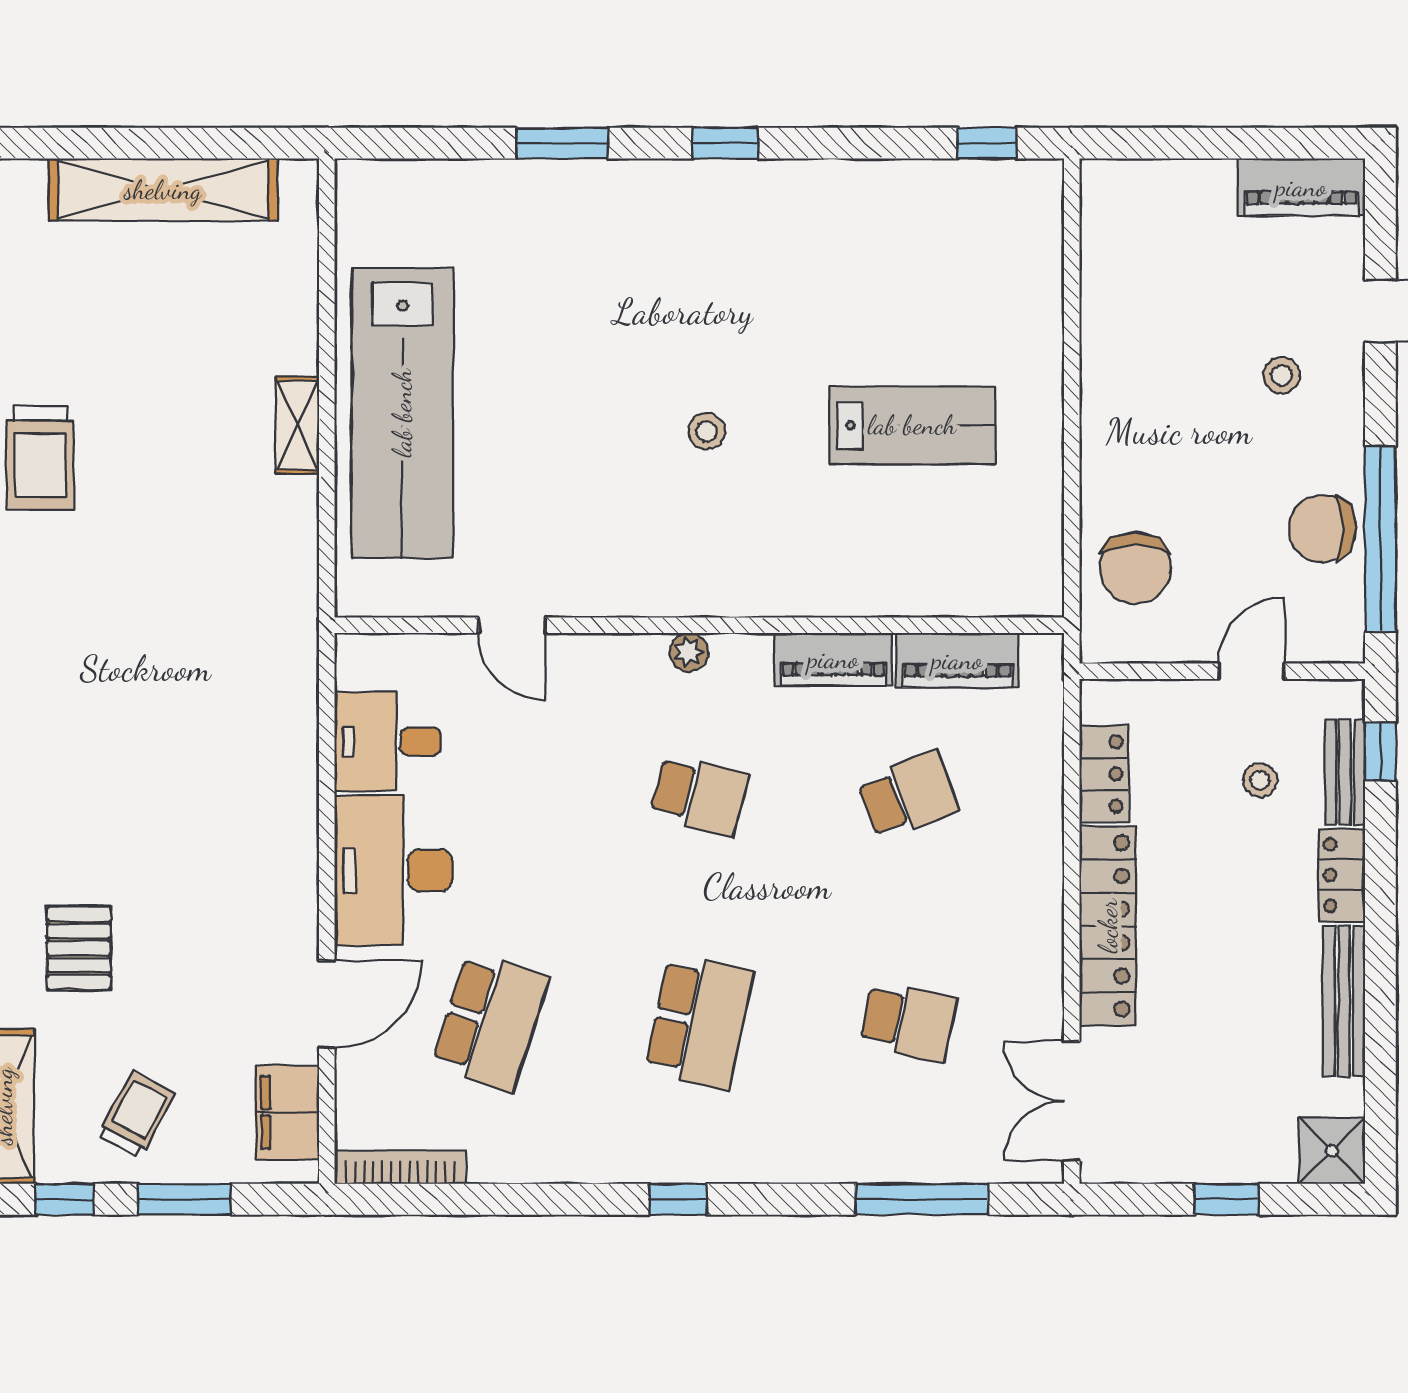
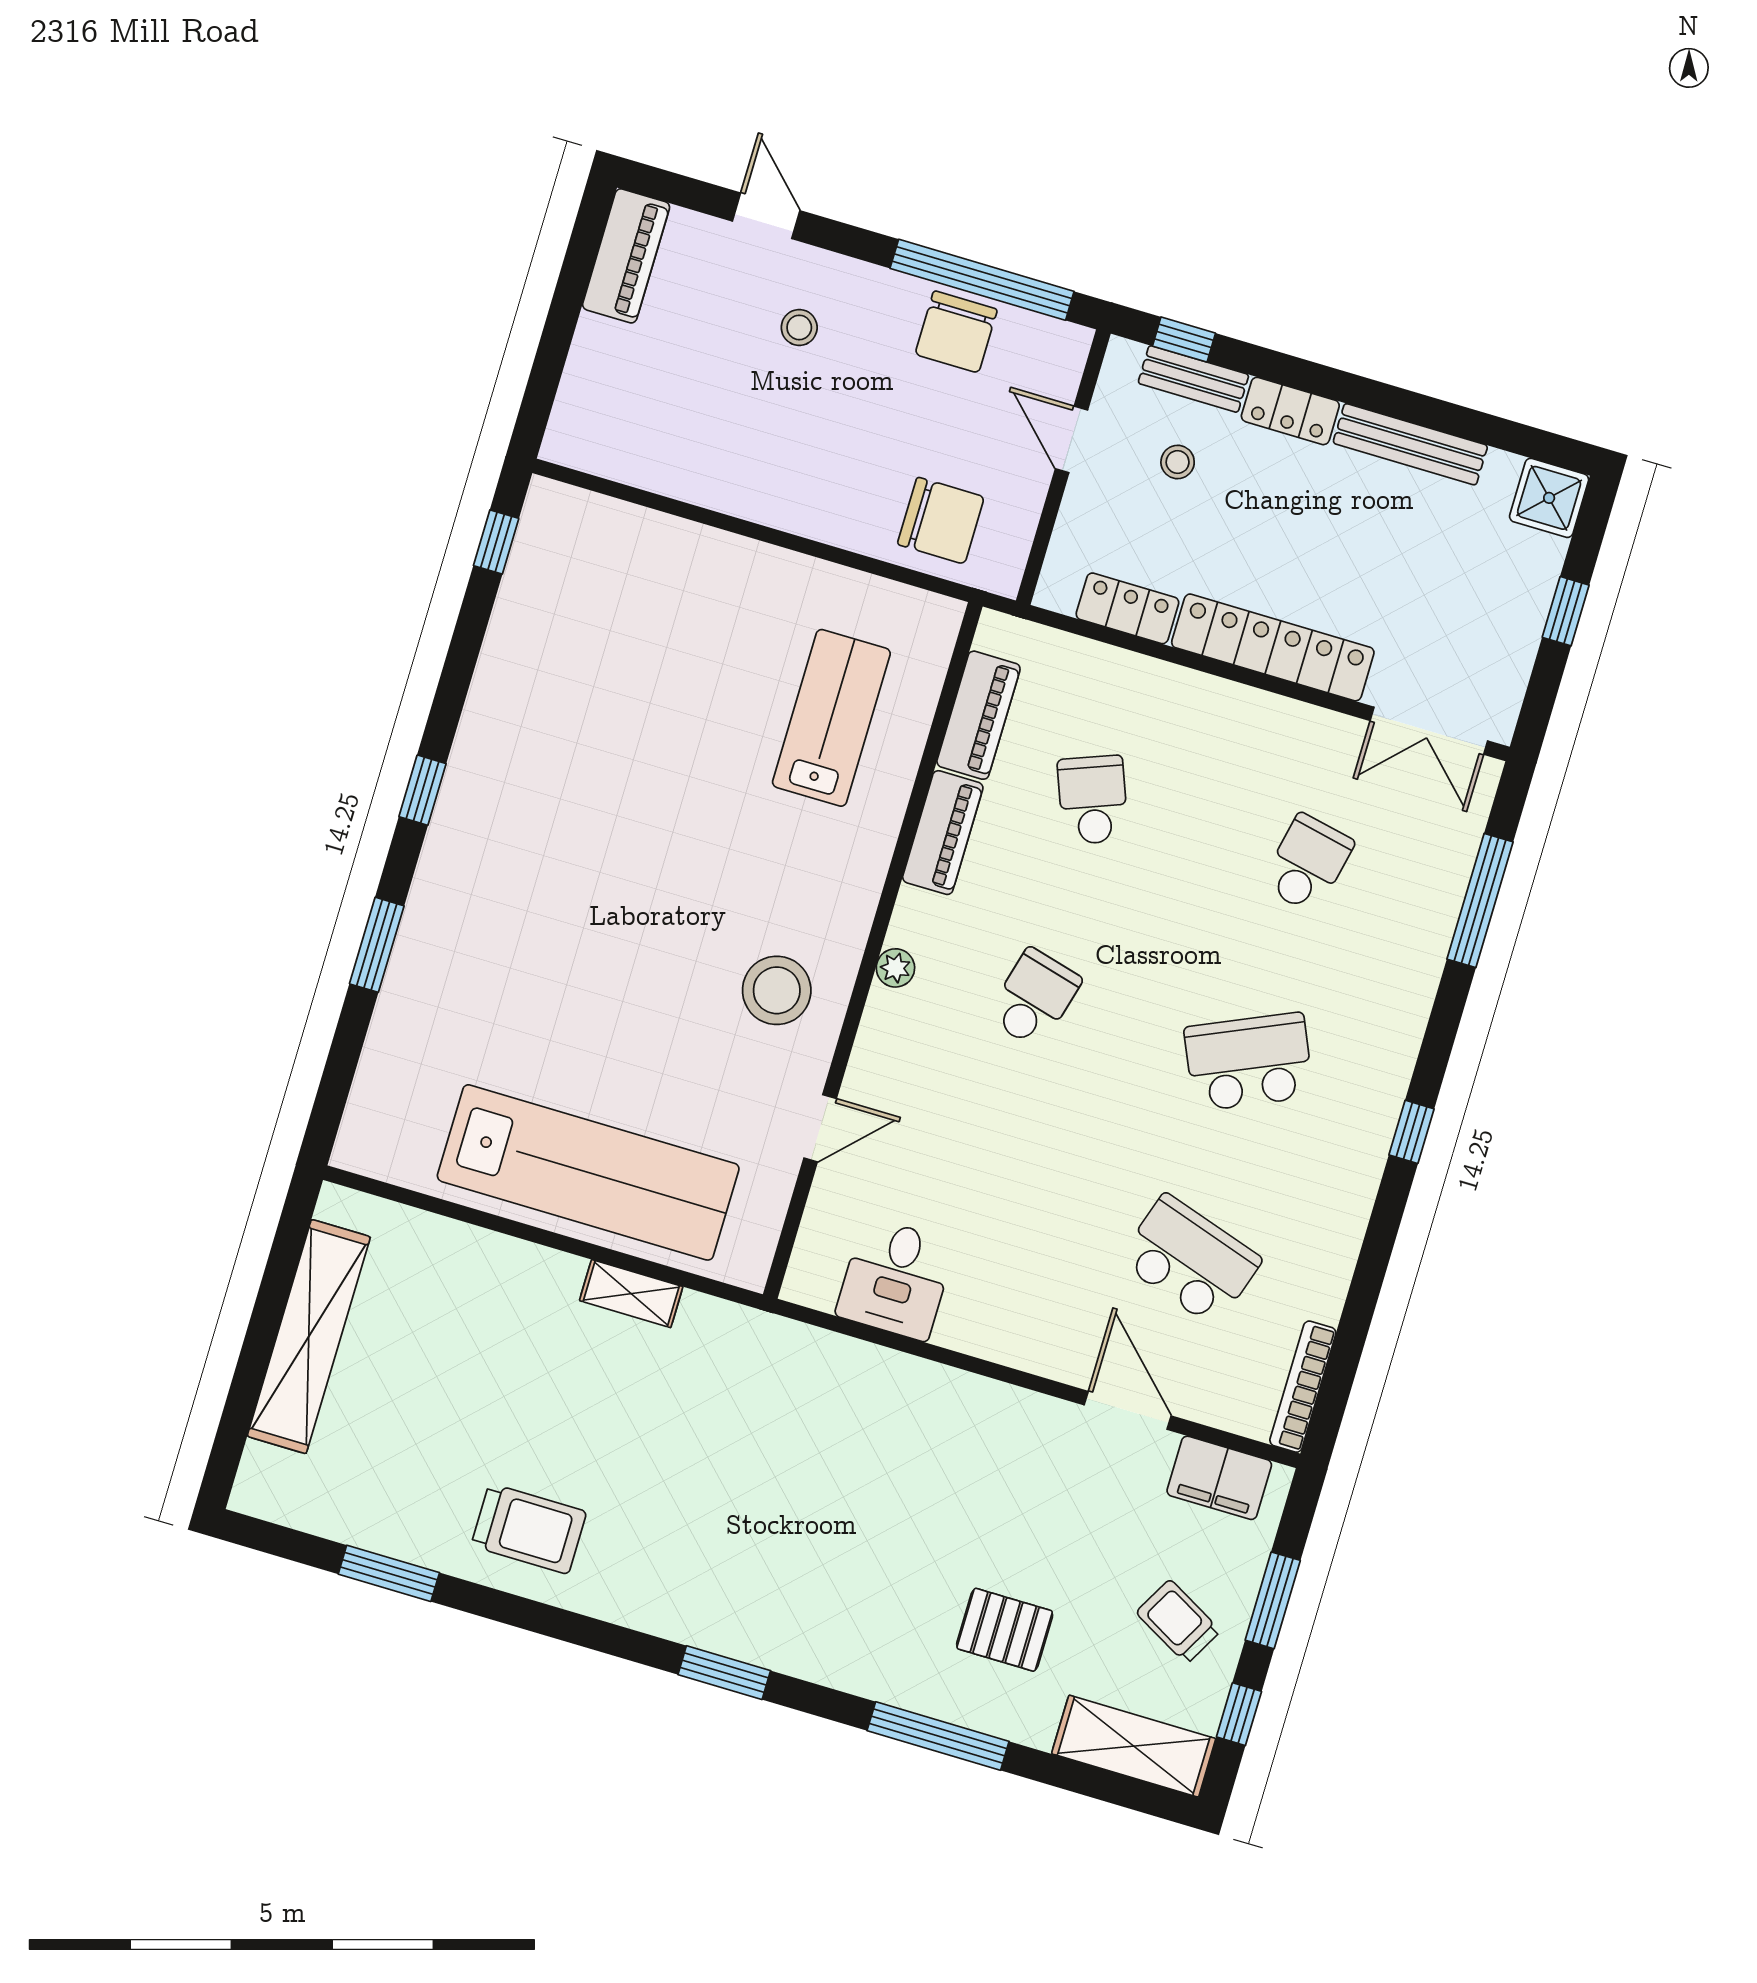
shelving: (297, 425) -> (631, 1294), moved
lab bench: (912, 425) -> (831, 718), moved
stool: (707, 431) -> (777, 990), moved, width x1.89, depth x1.89
desk: (393, 870) -> (1019, 1309), removed
school desk: (699, 1022) -> (1249, 1062), turned -36

